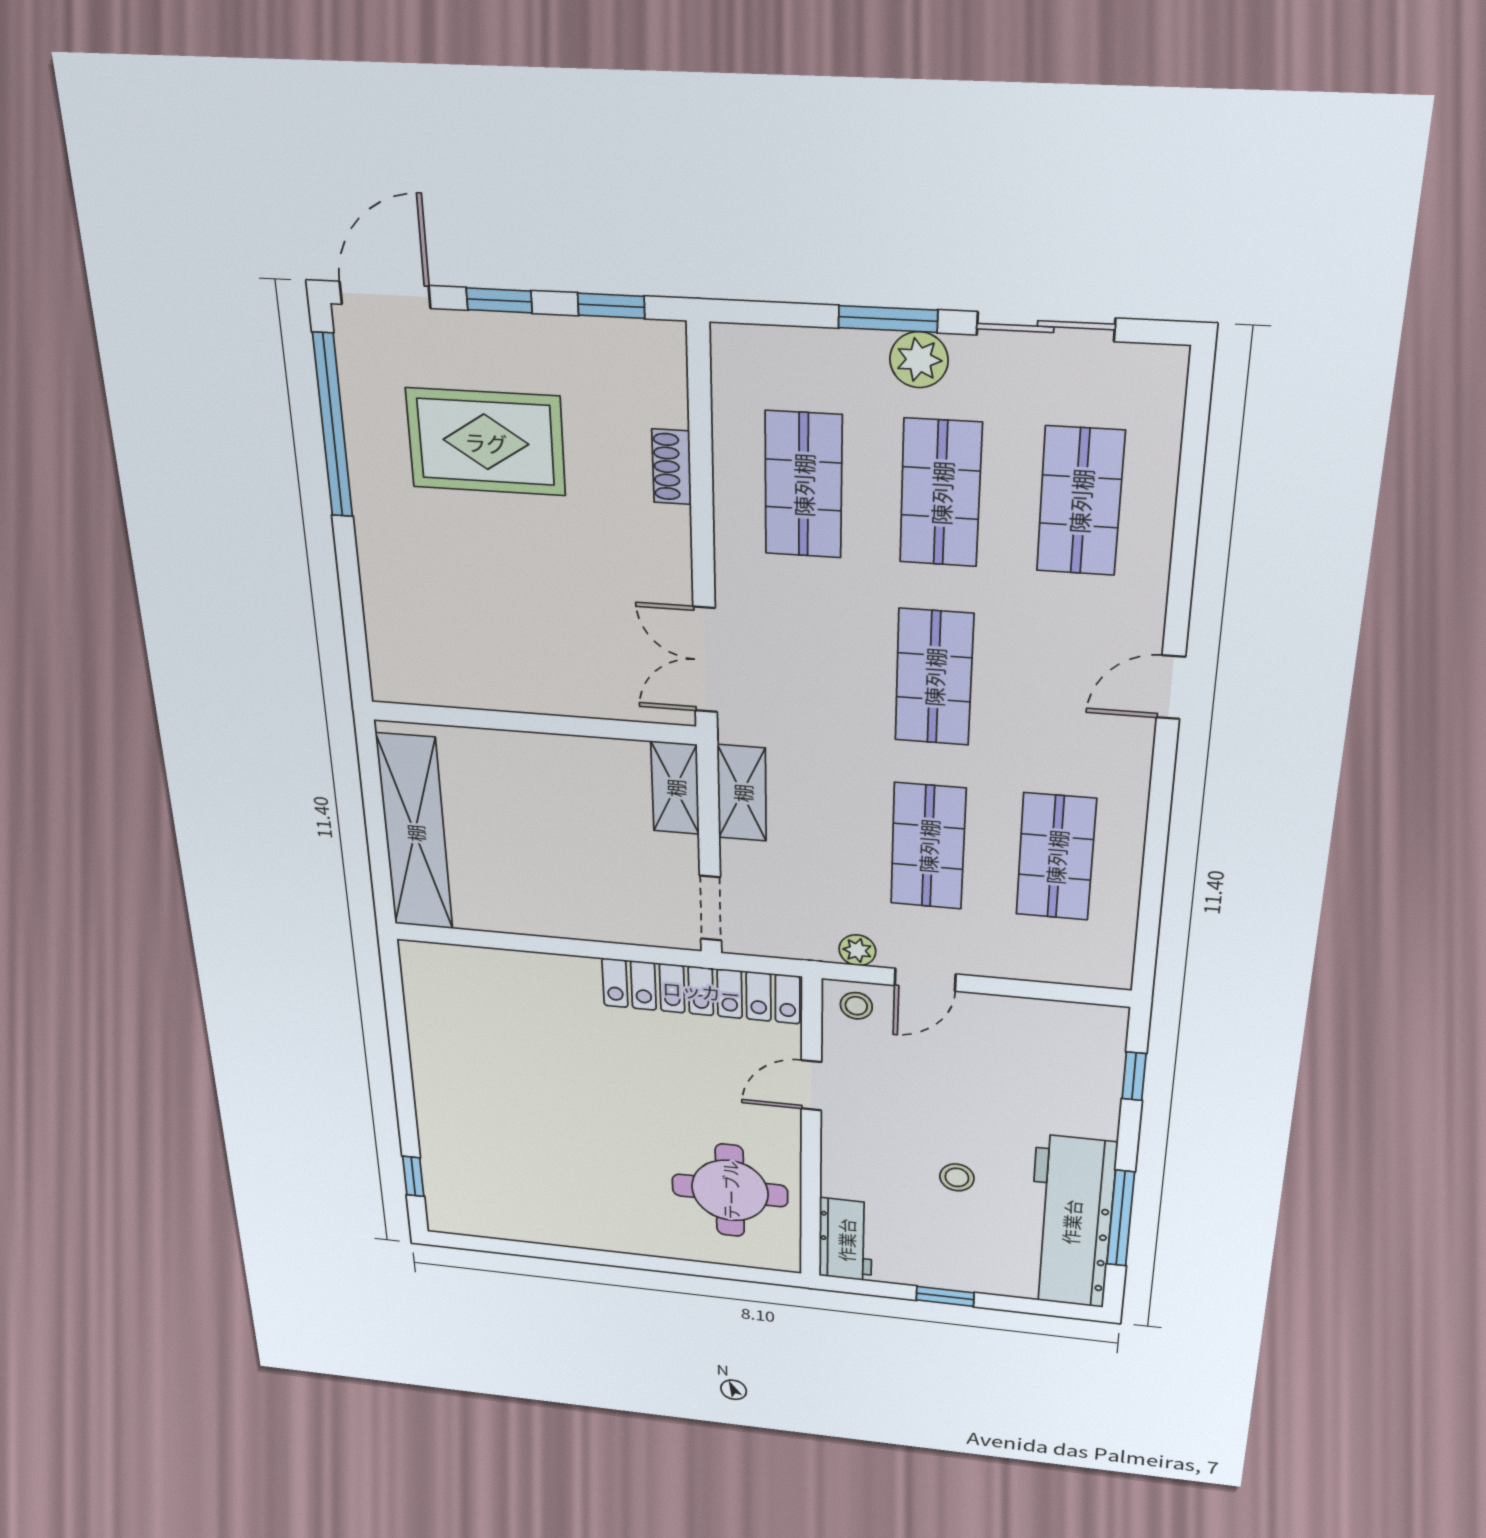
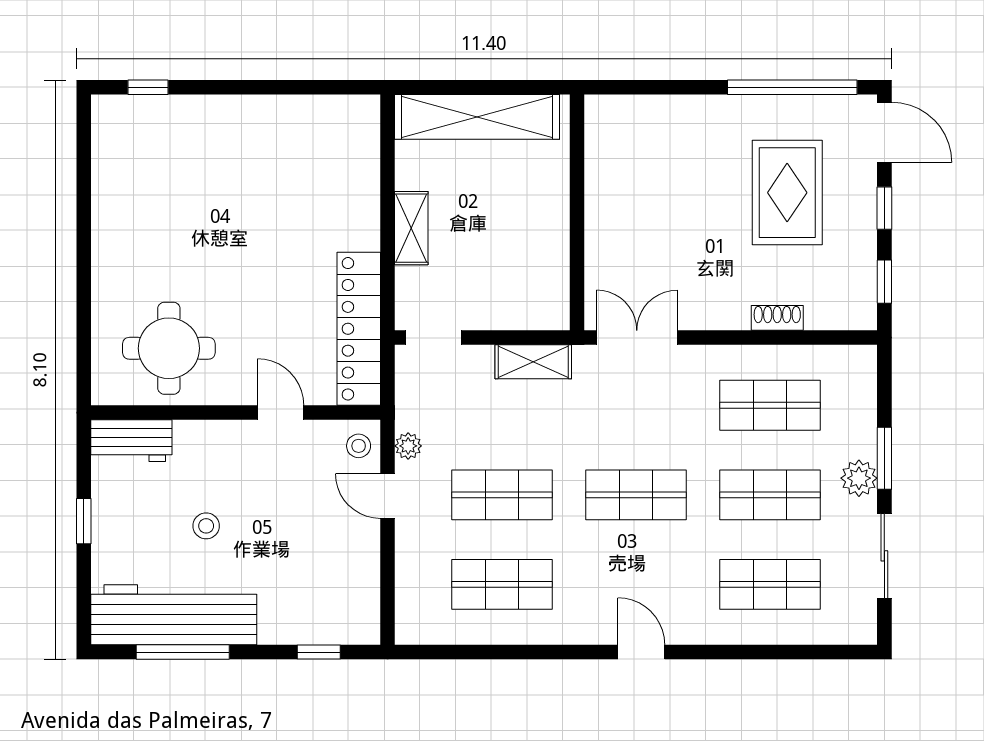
shelving: (675, 788) -> (411, 228), moved, turned 90

